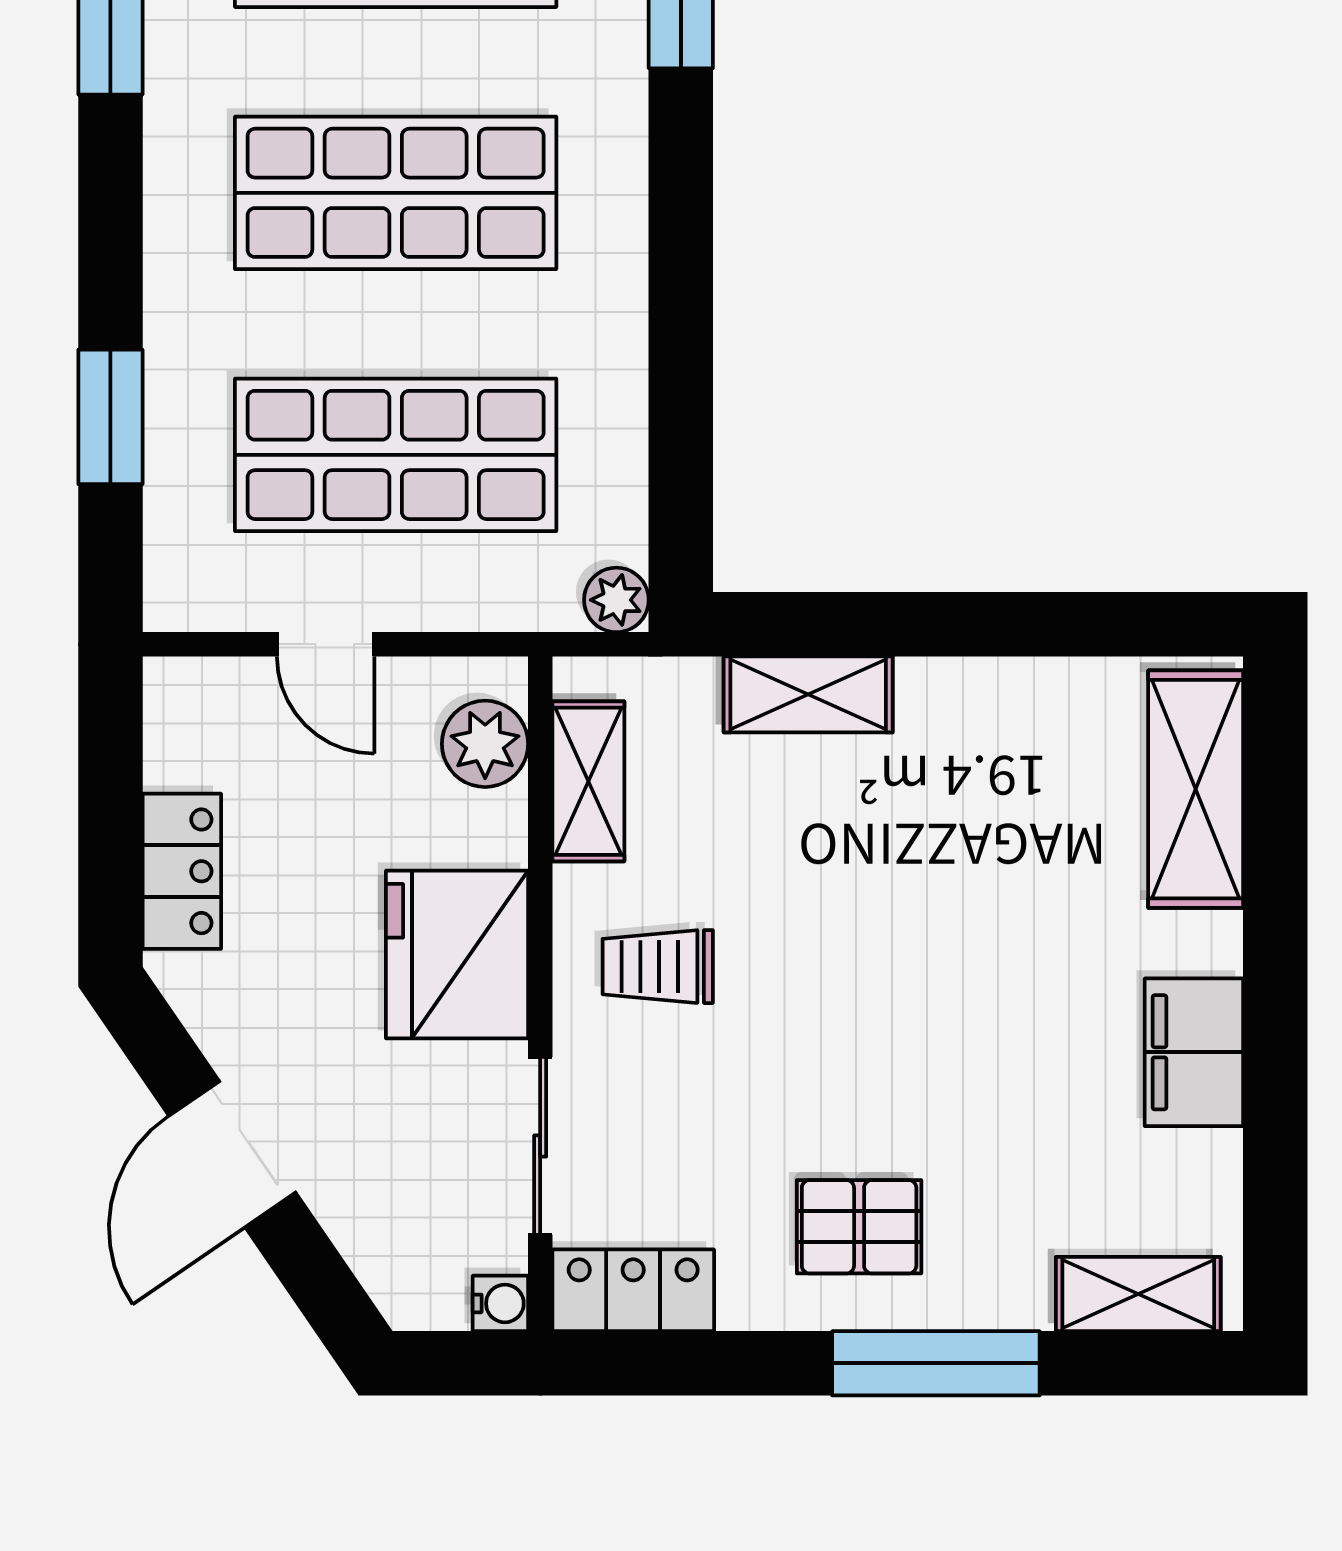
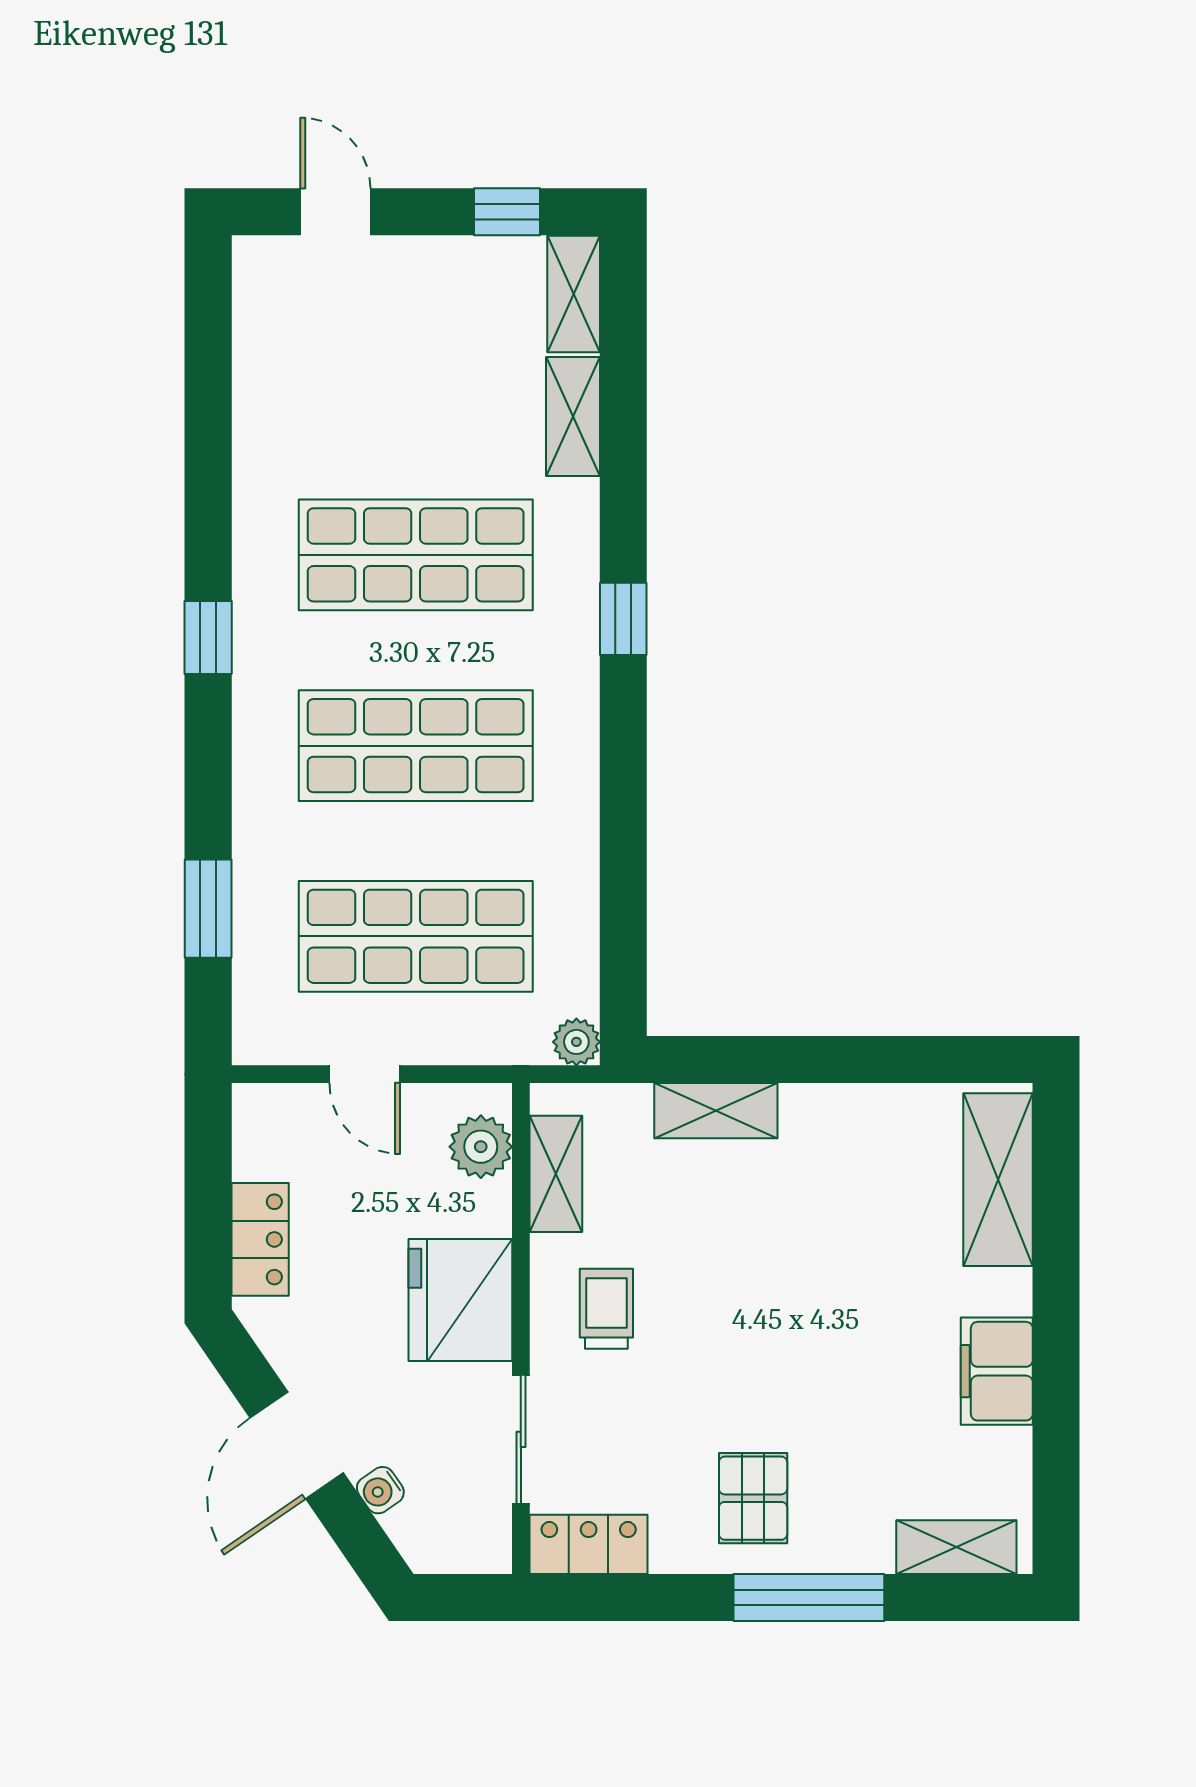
trolley: (658, 967) -> (606, 1309), turned 90
pallet: (859, 1227) -> (753, 1498), turned 90
water cooler: (500, 1303) -> (380, 1490), moved, turned 146

